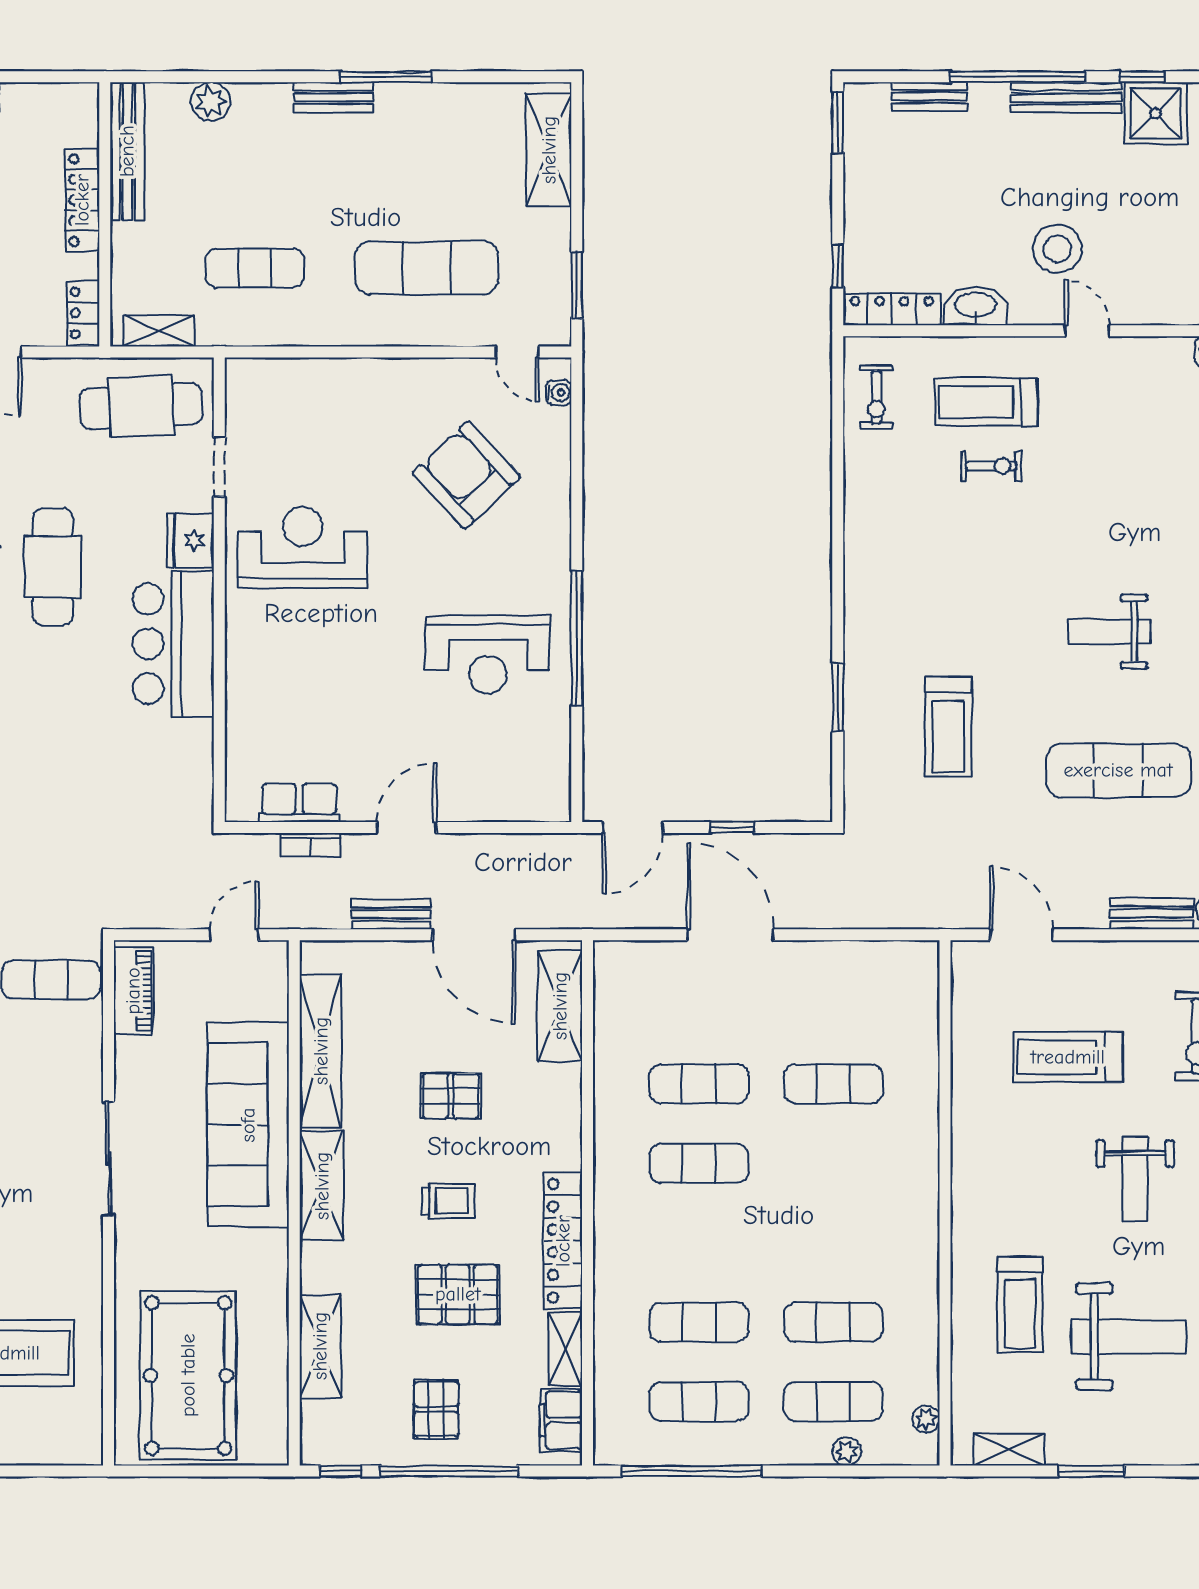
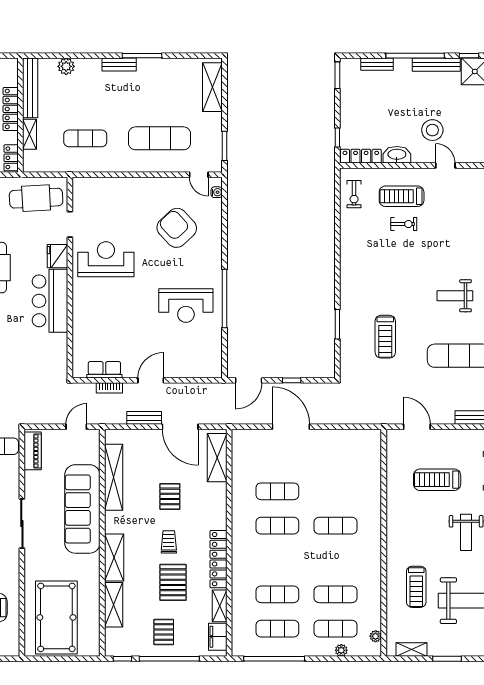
shelving: (159, 331) -> (29, 134), moved, turned 90
exercise mat: (833, 1084) -> (336, 526), moved
pallet: (451, 1096) -> (170, 496), turned 90
shelving: (322, 1186) -> (114, 557), moved
trolley: (448, 1201) -> (169, 542), turned -90
pallet: (458, 1294) -> (173, 582), turned 90

